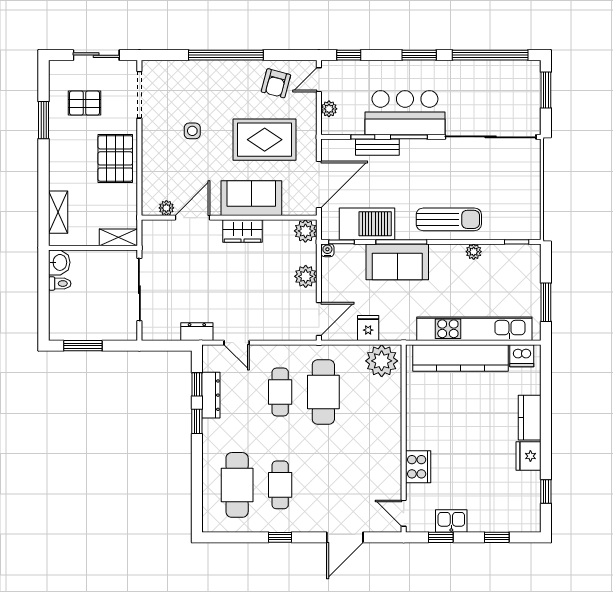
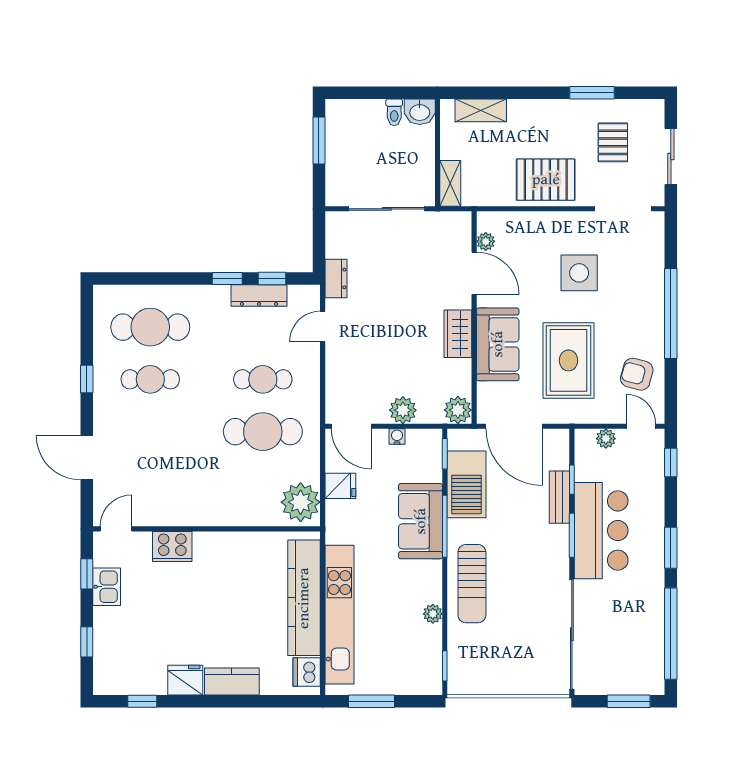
side table: (192, 131) -> (579, 273), width x1.87, depth x1.87
water cooler: (327, 250) -> (397, 437), moved, turned -90

